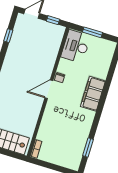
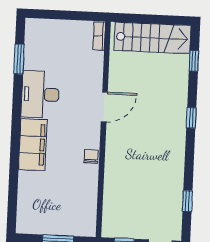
desk: (76, 46) -> (40, 94), moved, turned 180
door: (49, 89) -> (104, 107), moved

